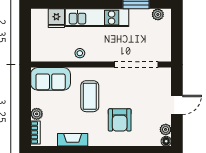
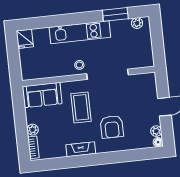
fridge: (56, 18) -> (25, 39), moved
stool: (80, 53) -> (79, 65), moved
doorway: (136, 65) -> (108, 74), moved
fireplace: (73, 140) -> (81, 149), moved

